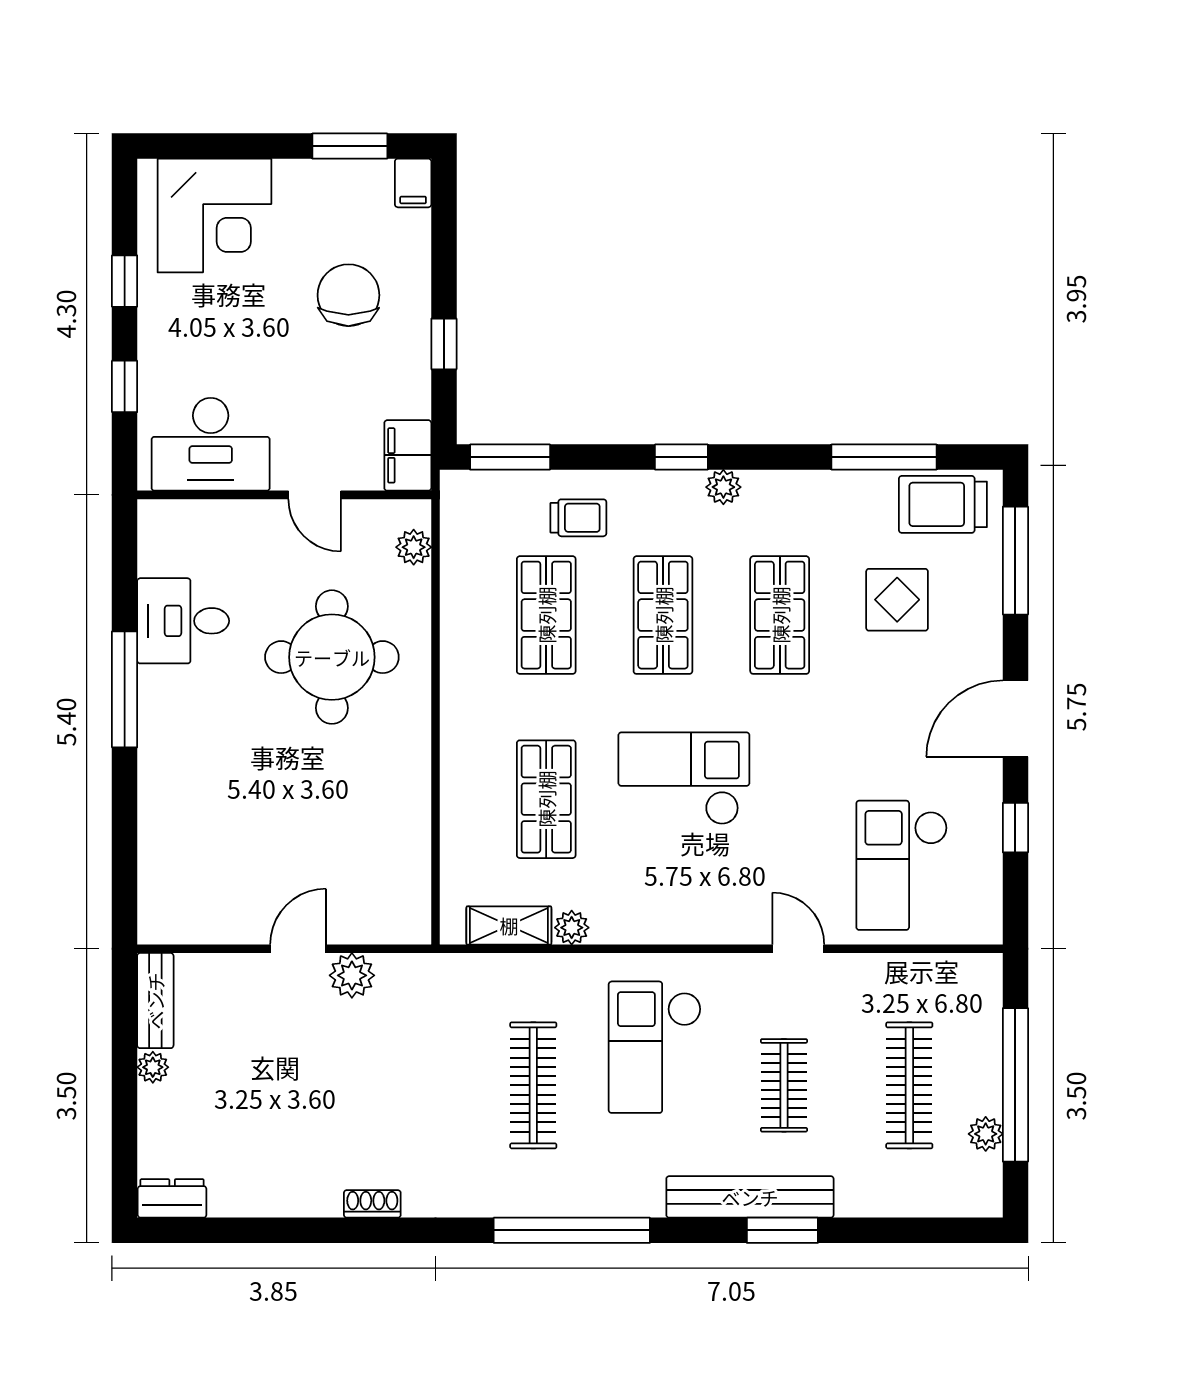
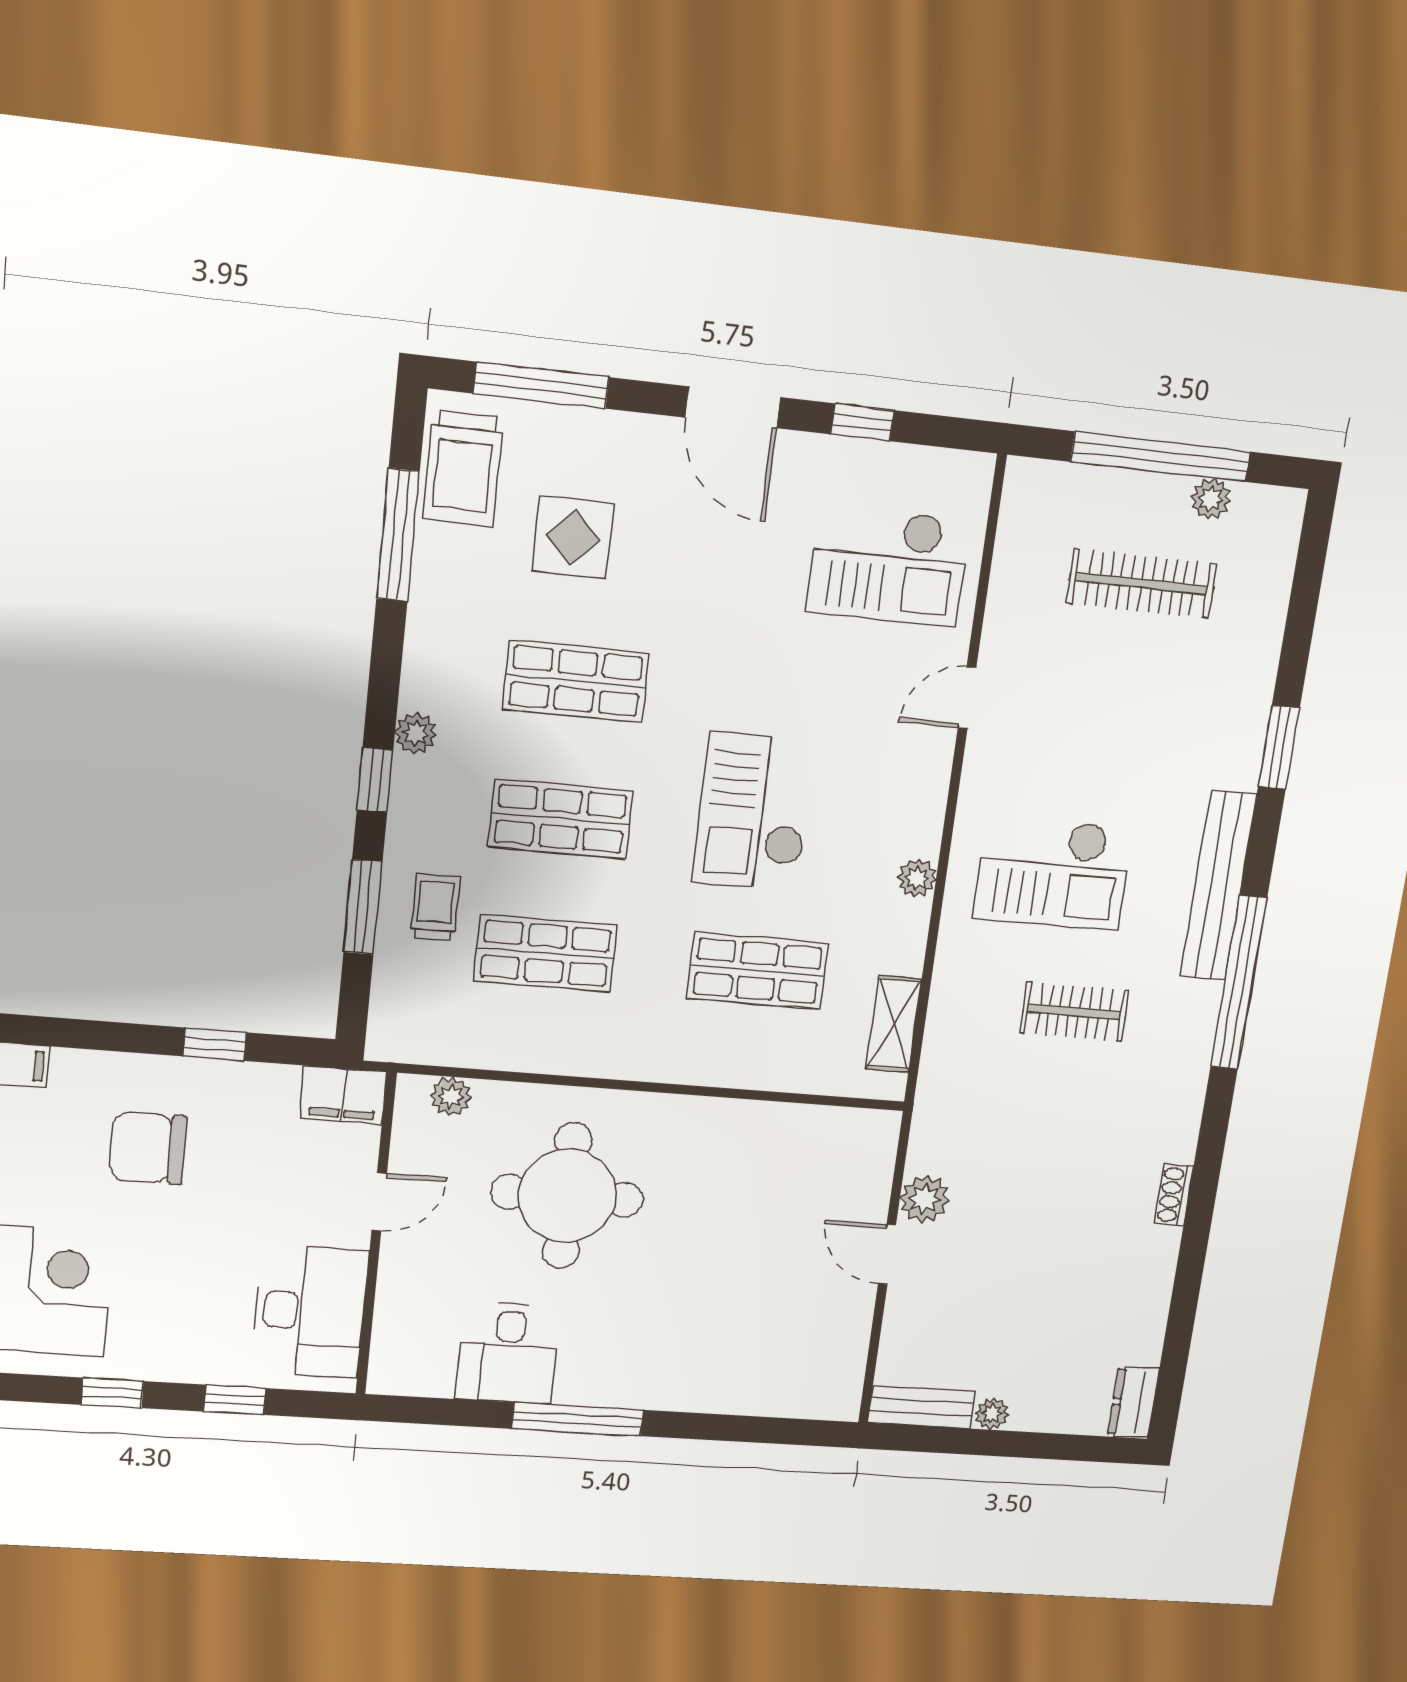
window: (510, 457) -> (363, 907), moved
plant: (572, 928) -> (917, 878), moved
clothes rail: (533, 1085) -> (1074, 1012), width x0.73
clothes rail: (784, 1085) -> (1119, 730), removed
bench: (750, 1197) -> (1218, 886), moved

